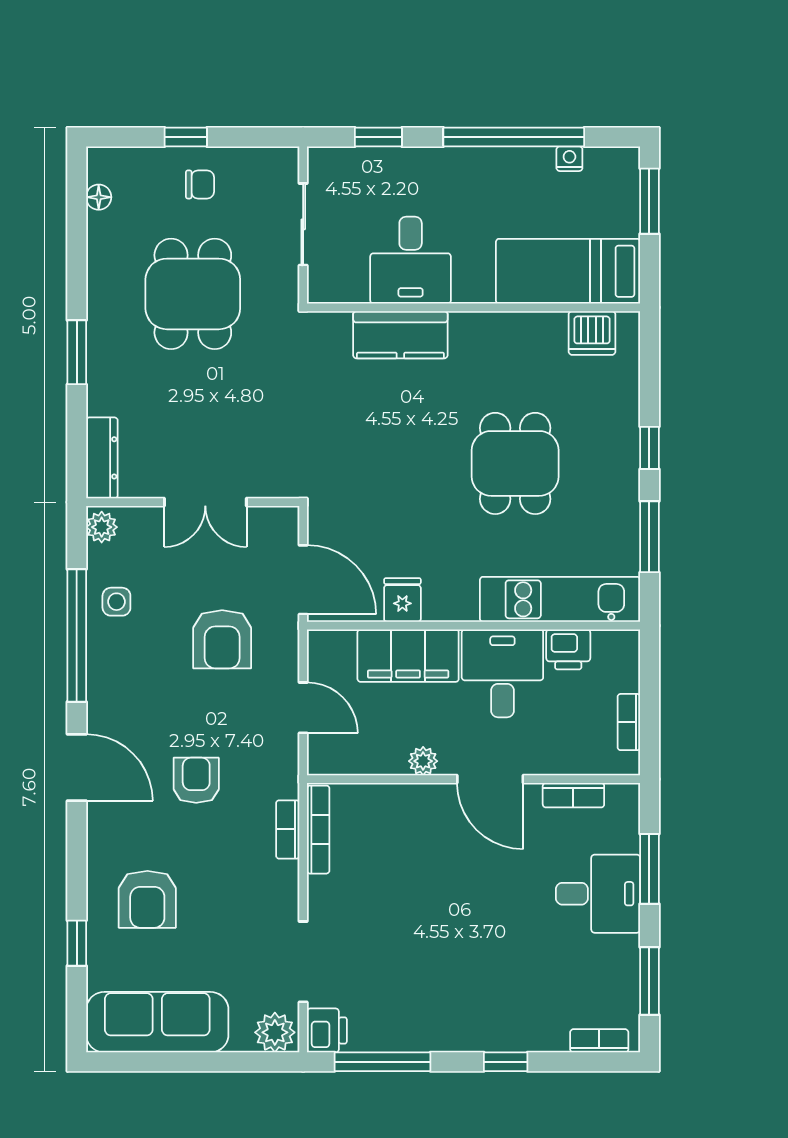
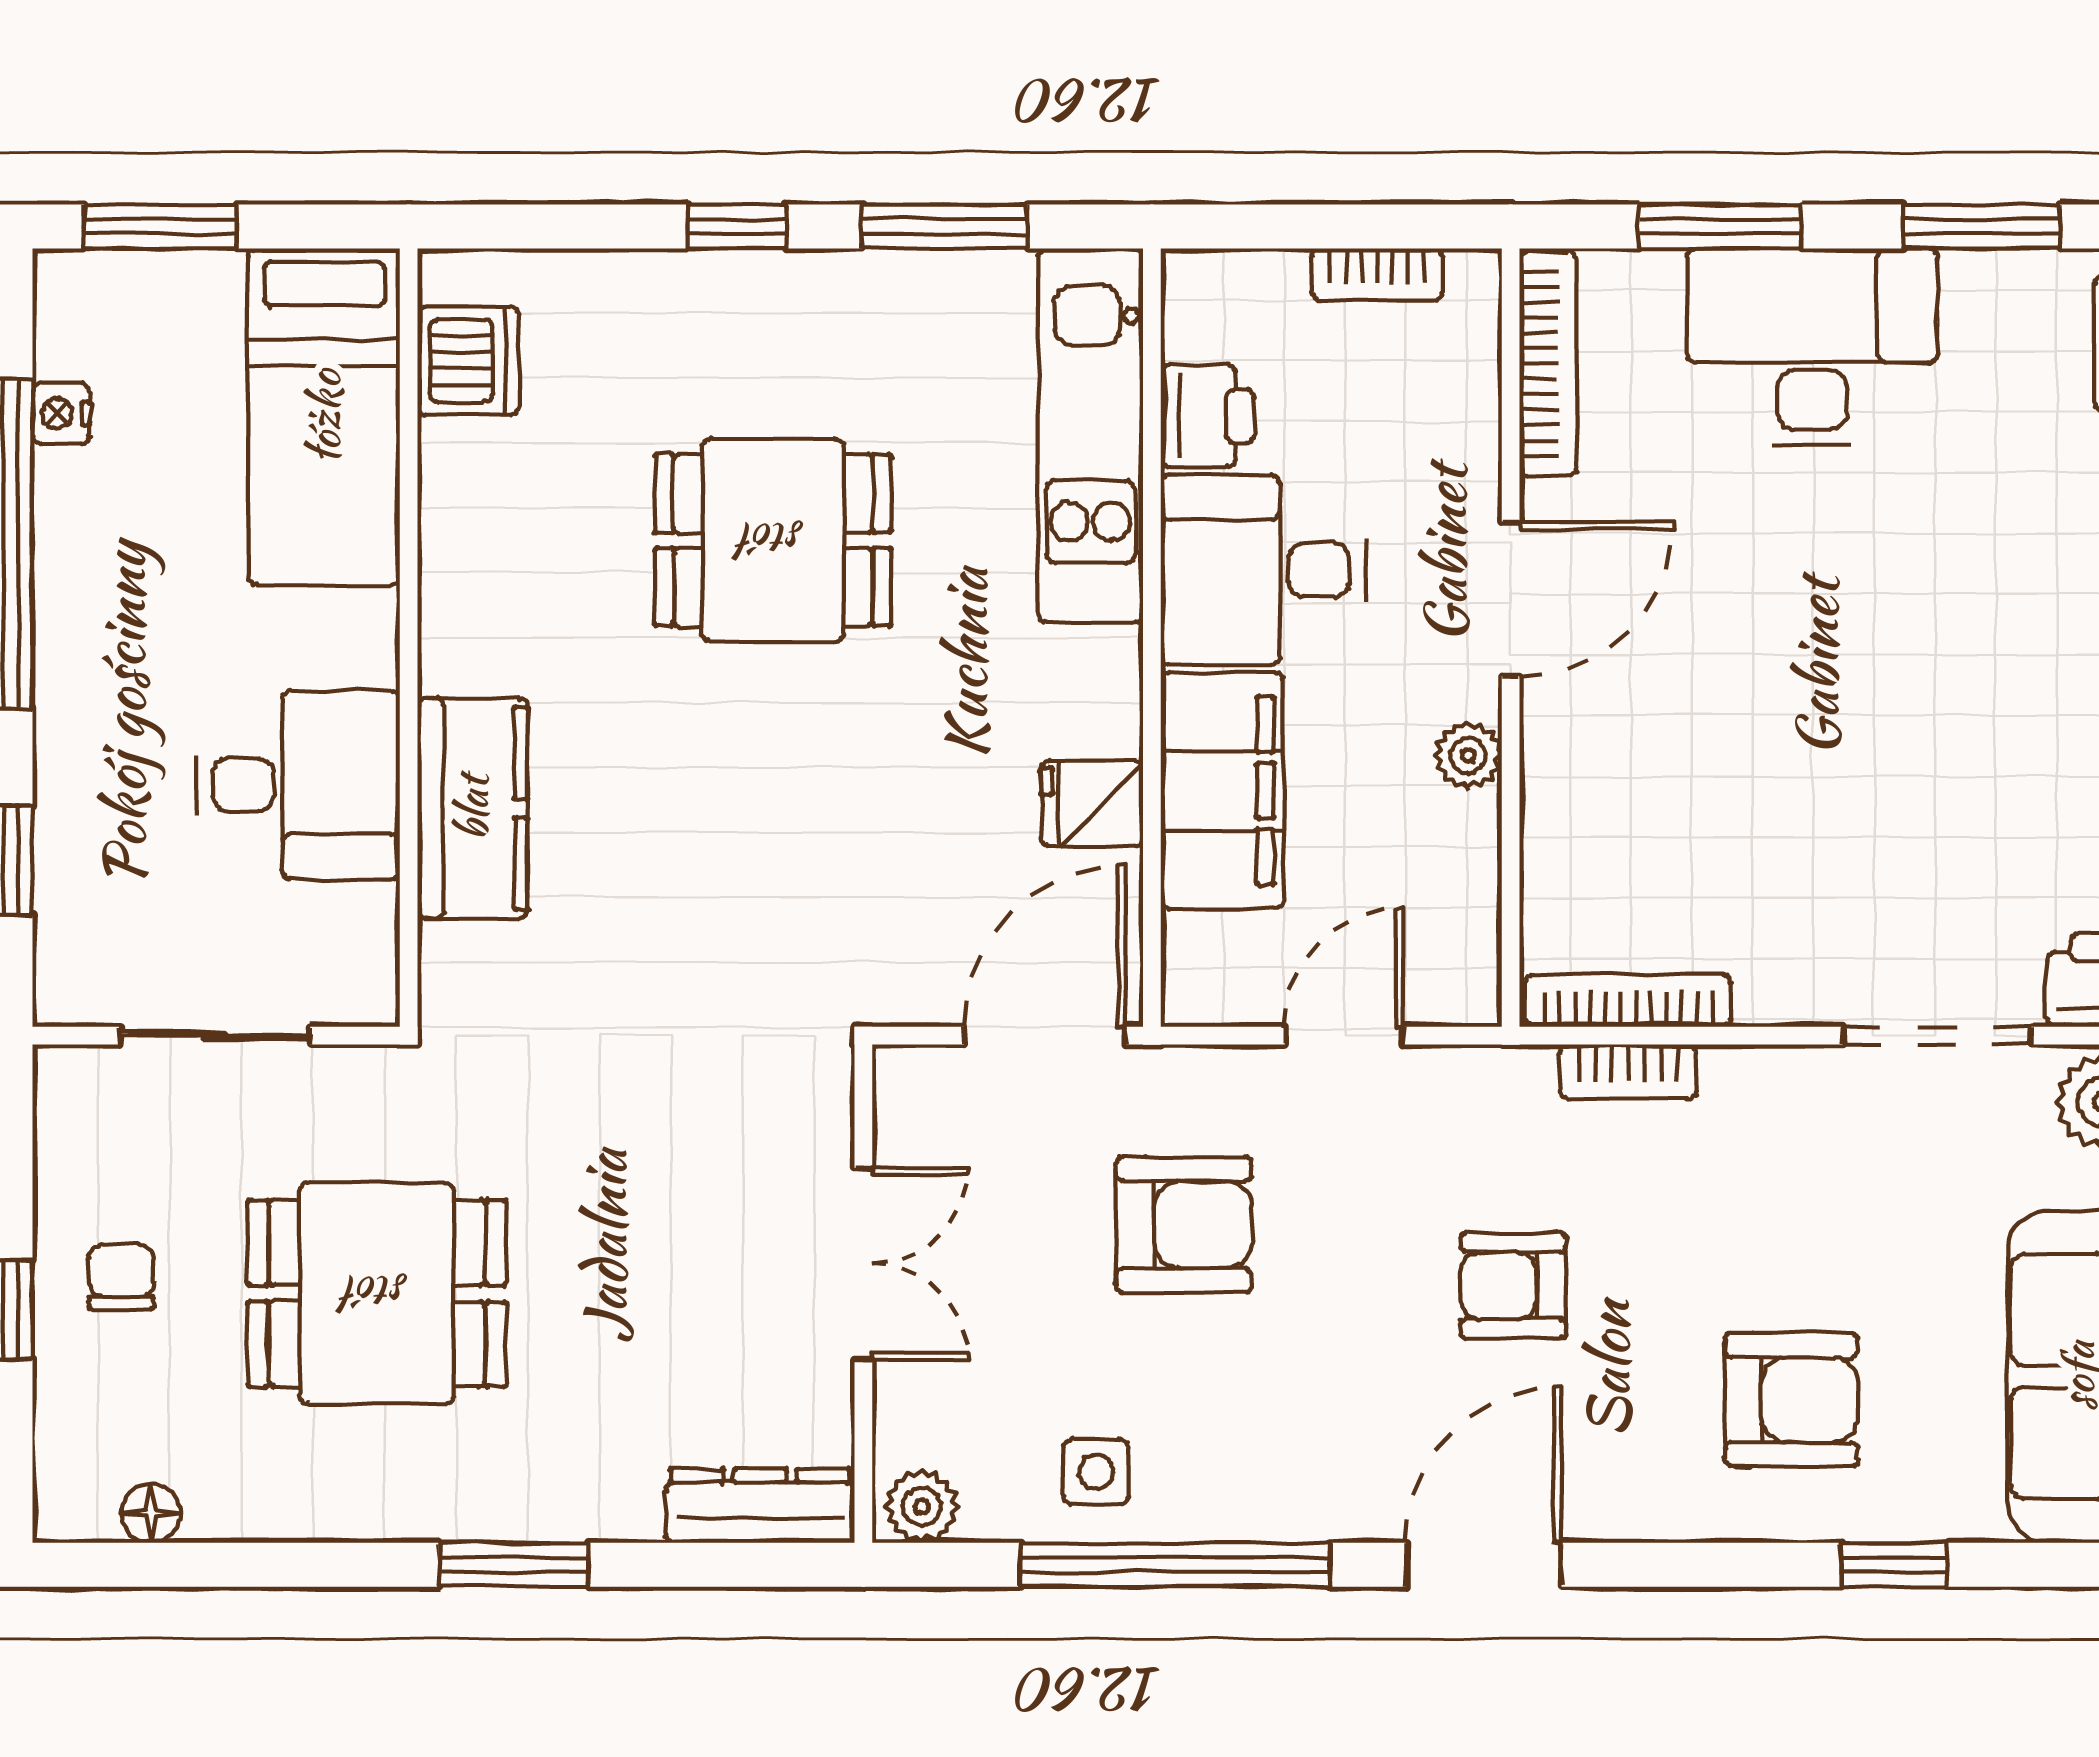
bookcase: (573, 795) -> (1548, 364), width x1.56
desk: (598, 894) -> (1812, 347), width x1.37

